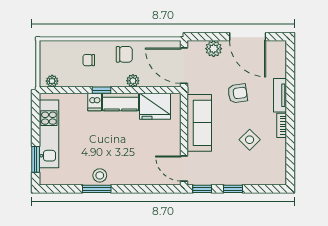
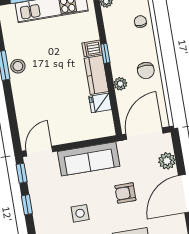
chair: (89, 60) -> (140, 22), moved
armchair: (238, 93) -> (125, 193), turned 98
fridge: (155, 106) -> (100, 103), width x0.53, depth x0.75
side table: (250, 140) -> (80, 213), turned 45

